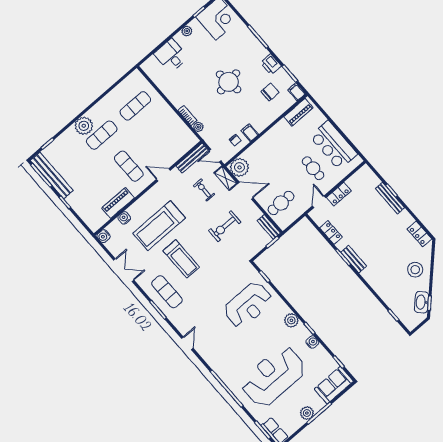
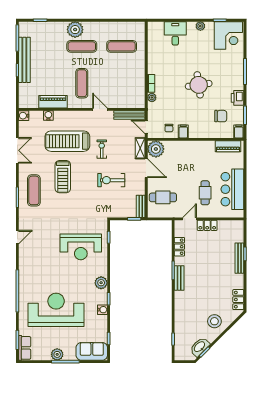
bench: (52, 175) -> (24, 60), moved
exercise bike: (204, 190) -> (102, 149), moved

